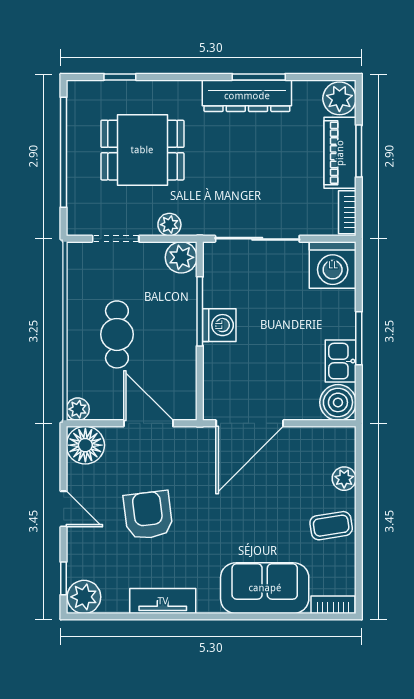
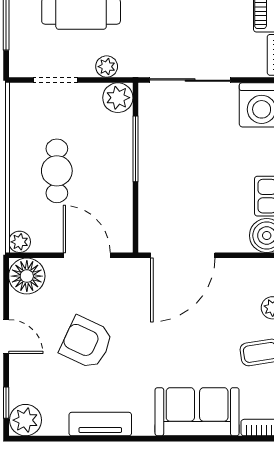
washing machine: (219, 325) -> (154, 162), removed
armchair: (148, 515) -> (86, 342), turned -58

